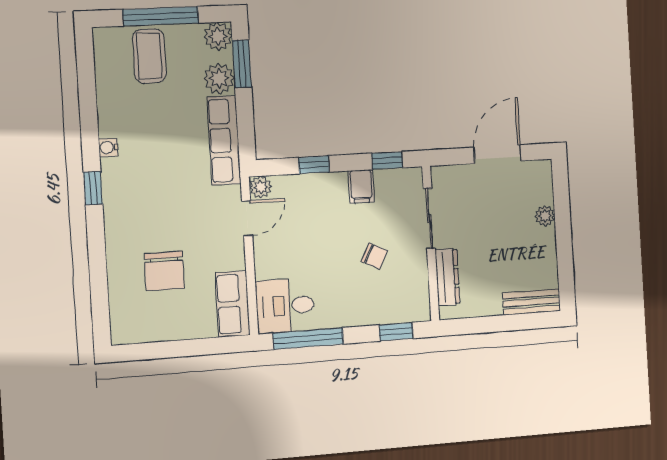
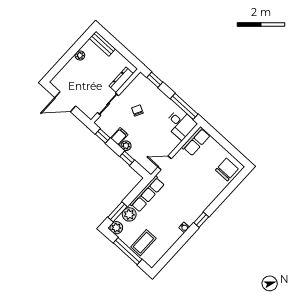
plant: (261, 187) -> (126, 146), moved
plant: (545, 216) -> (80, 55), moved
chair: (164, 271) -> (227, 170), moved

